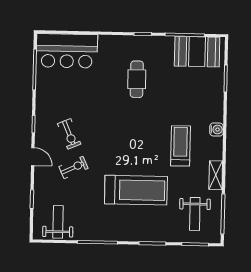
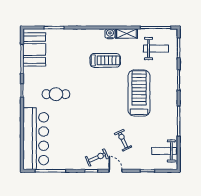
bar counter: (67, 51) -> (36, 139), width x1.36
water cooler: (216, 129) -> (110, 34), moved
exercise bike: (69, 134) -> (97, 158), moved
treadmill: (180, 146) -> (105, 60), turned 180
door: (33, 157) -> (116, 171), hinge flipped

